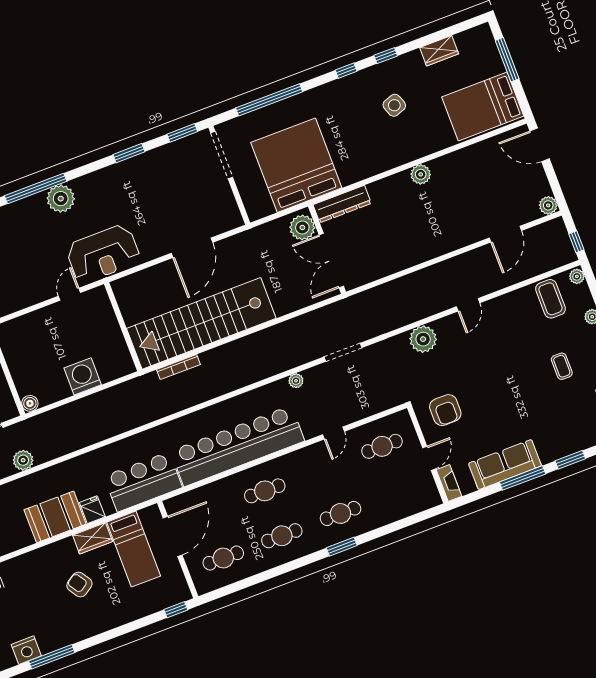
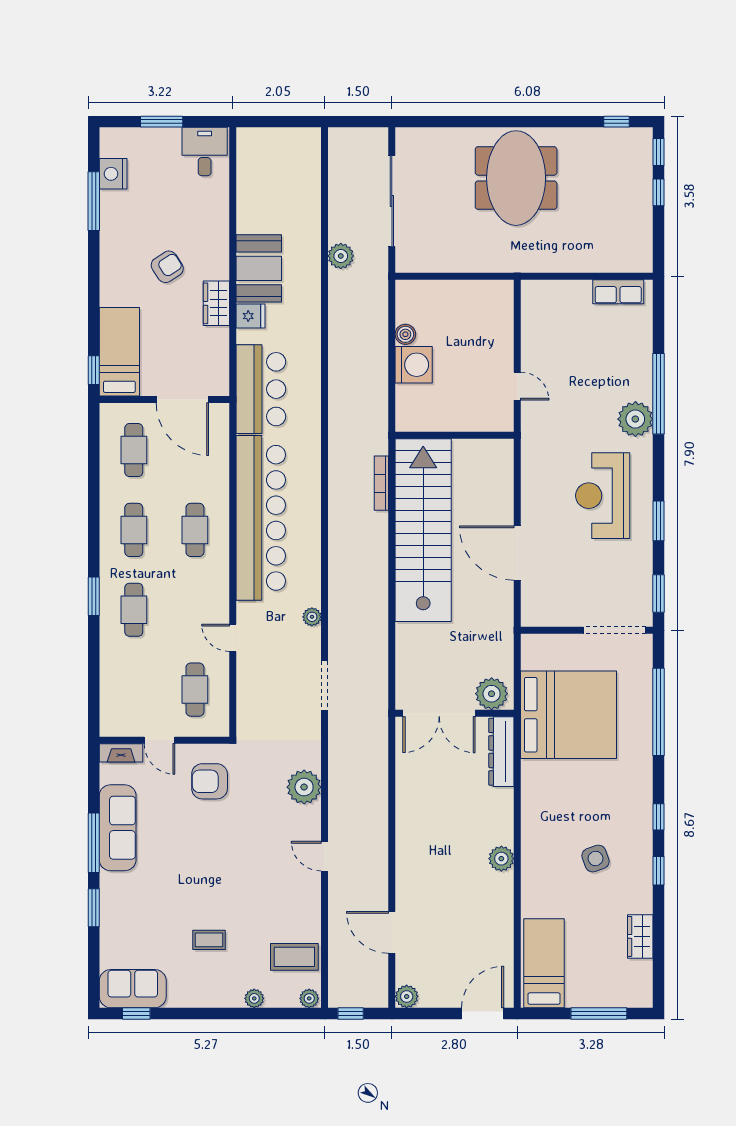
bed: (483, 107) -> (544, 963), width x0.67
reception desk: (103, 254) -> (603, 496), moved
double door: (331, 261) -> (439, 713), swing flipped
boiler: (30, 403) -> (405, 334), moved
bed: (134, 549) -> (119, 352), moved, turned 90

